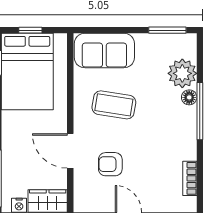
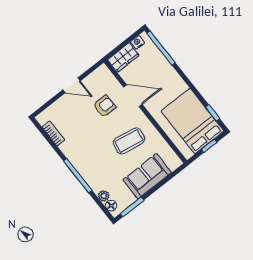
sofa: (104, 51) -> (147, 176), moved
plant: (182, 73) -> (104, 196), width x0.53, depth x0.53
floor lamp: (189, 97) -> (111, 206), moved

